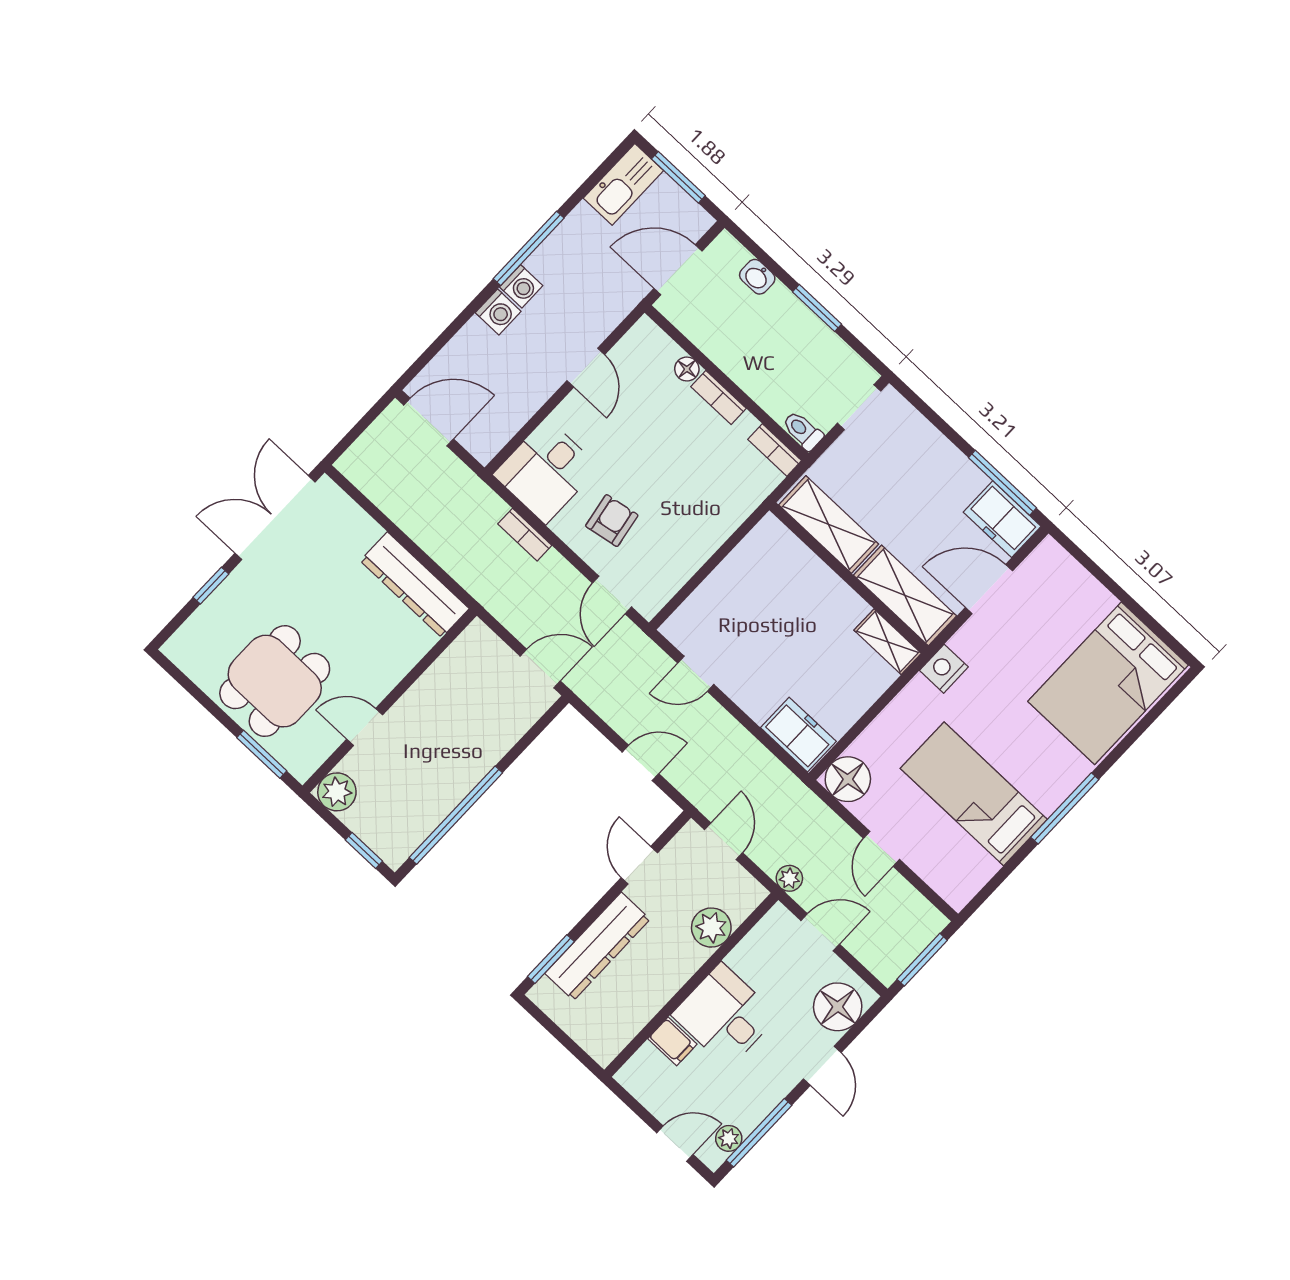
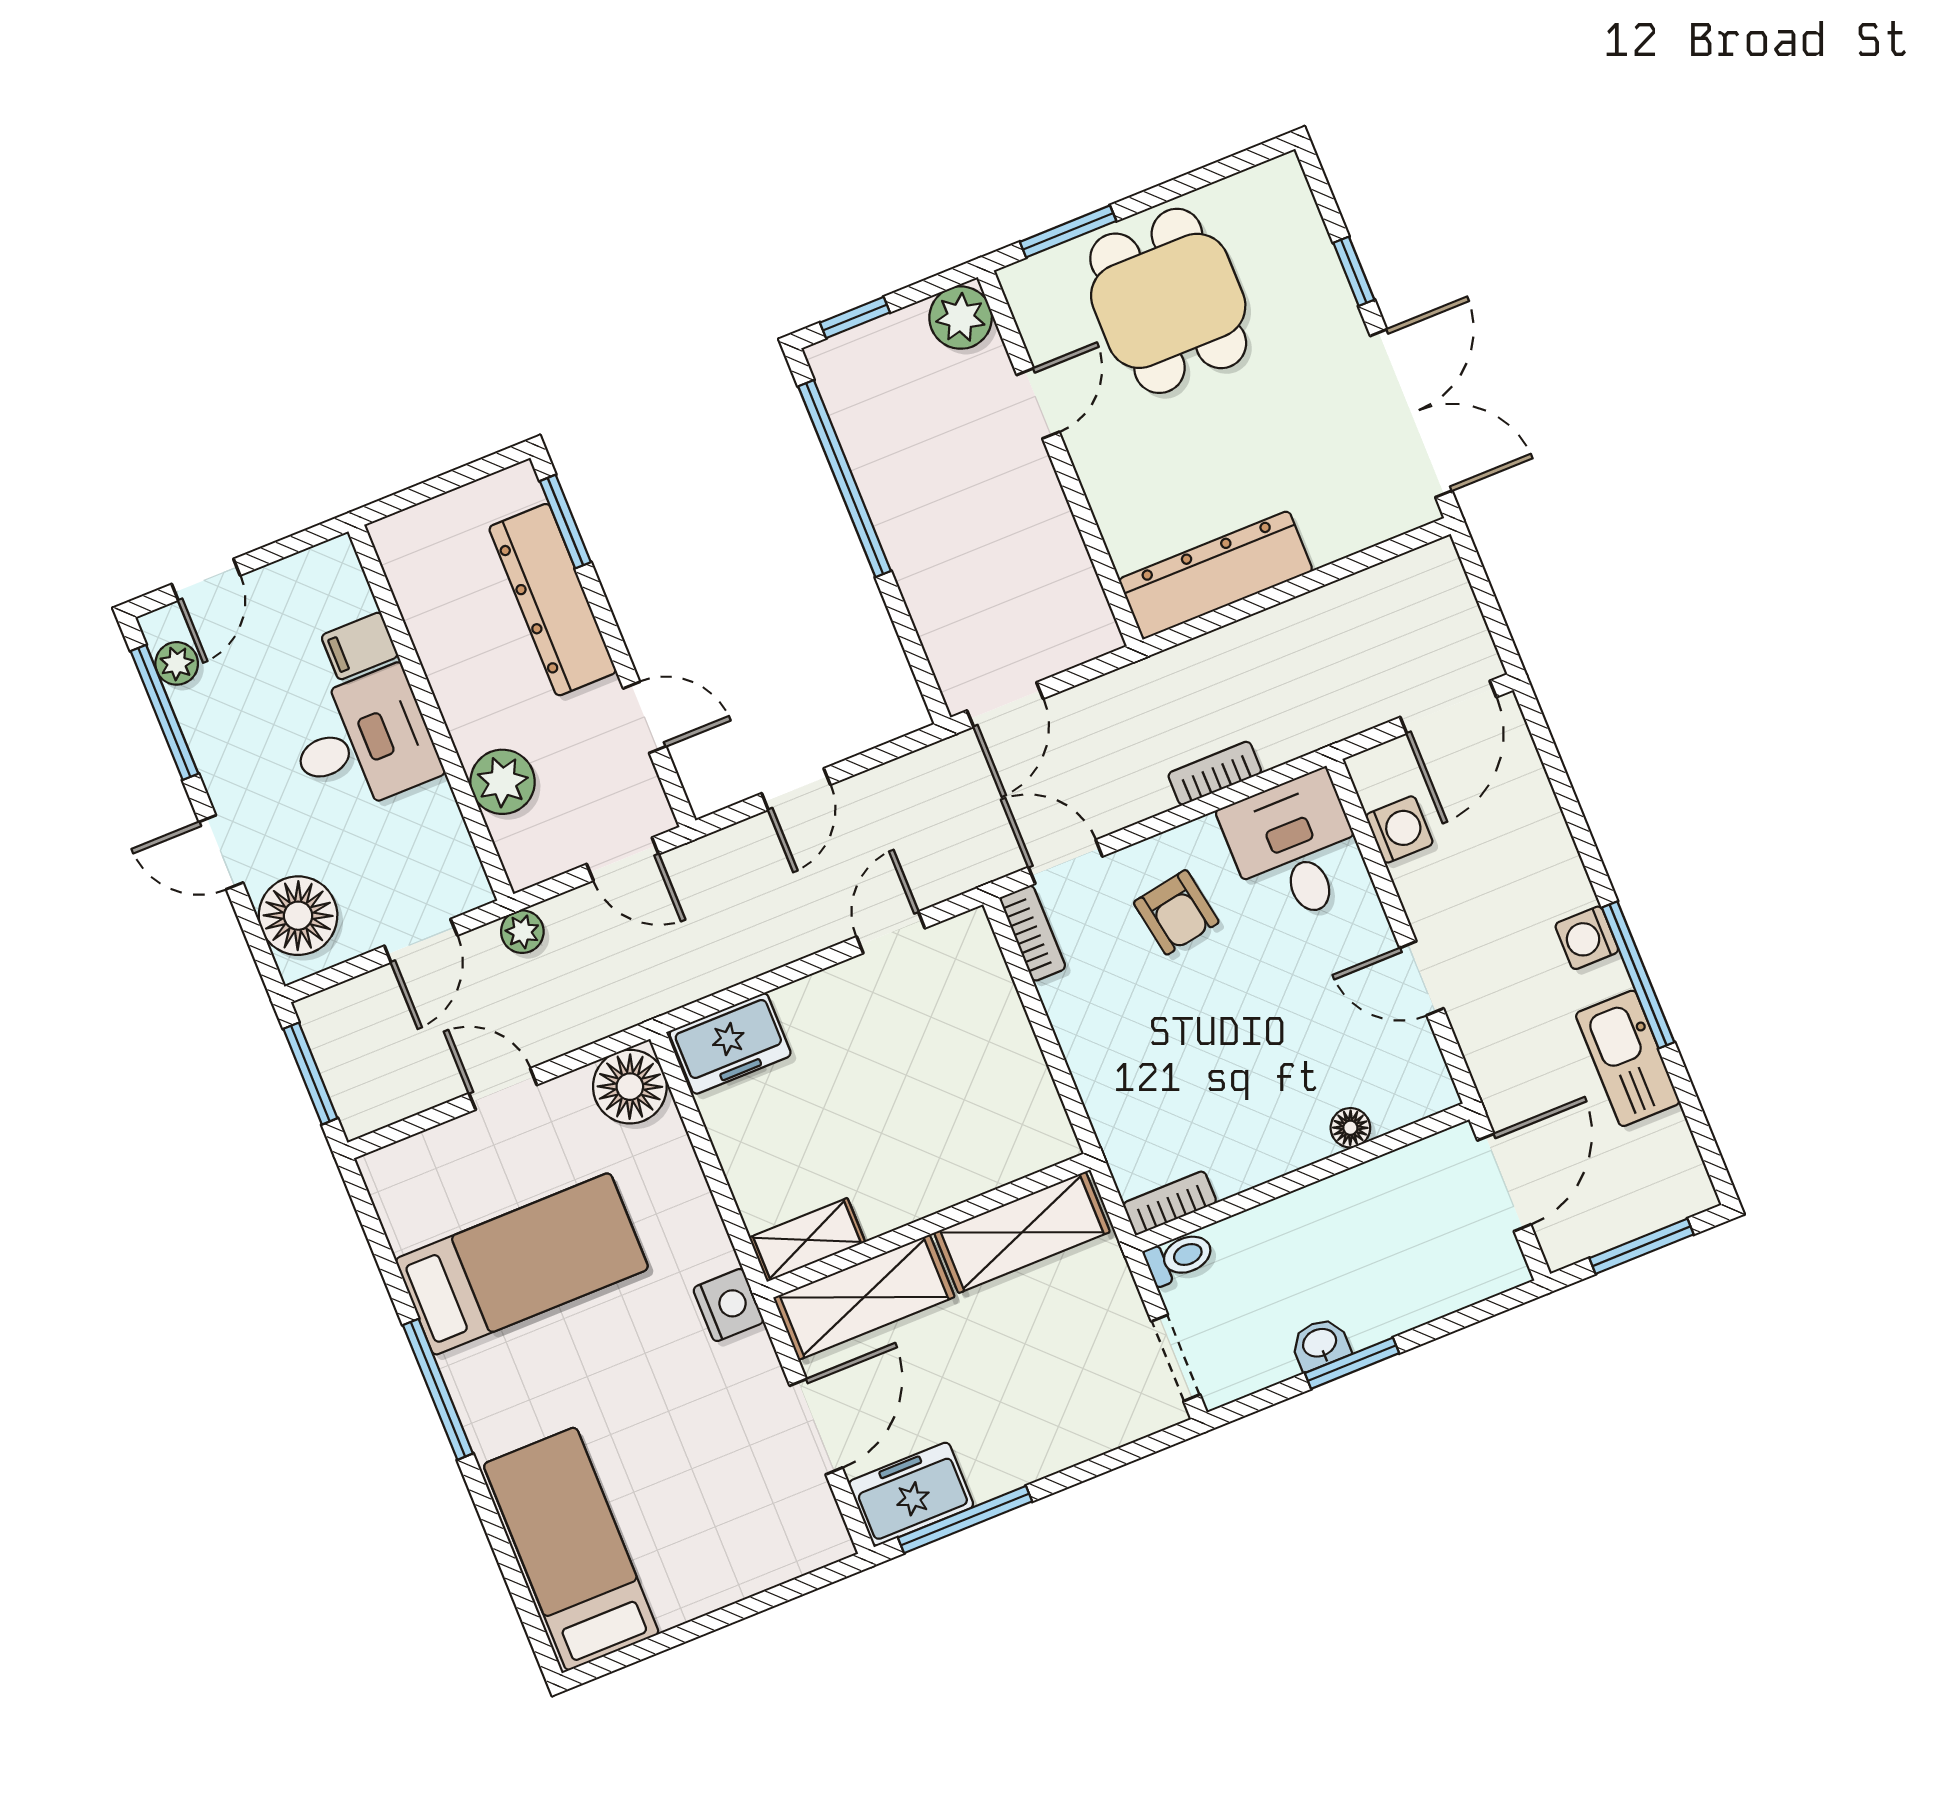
kitchen sink: (623, 184) -> (1628, 1058), moved
washbasin: (757, 277) -> (1320, 1344), moved
washing machine: (498, 312) -> (1399, 829), moved, turned 180
bookcase: (718, 398) -> (1033, 933), moved, turned 90
bed: (1108, 683) -> (571, 1549), width x0.67

